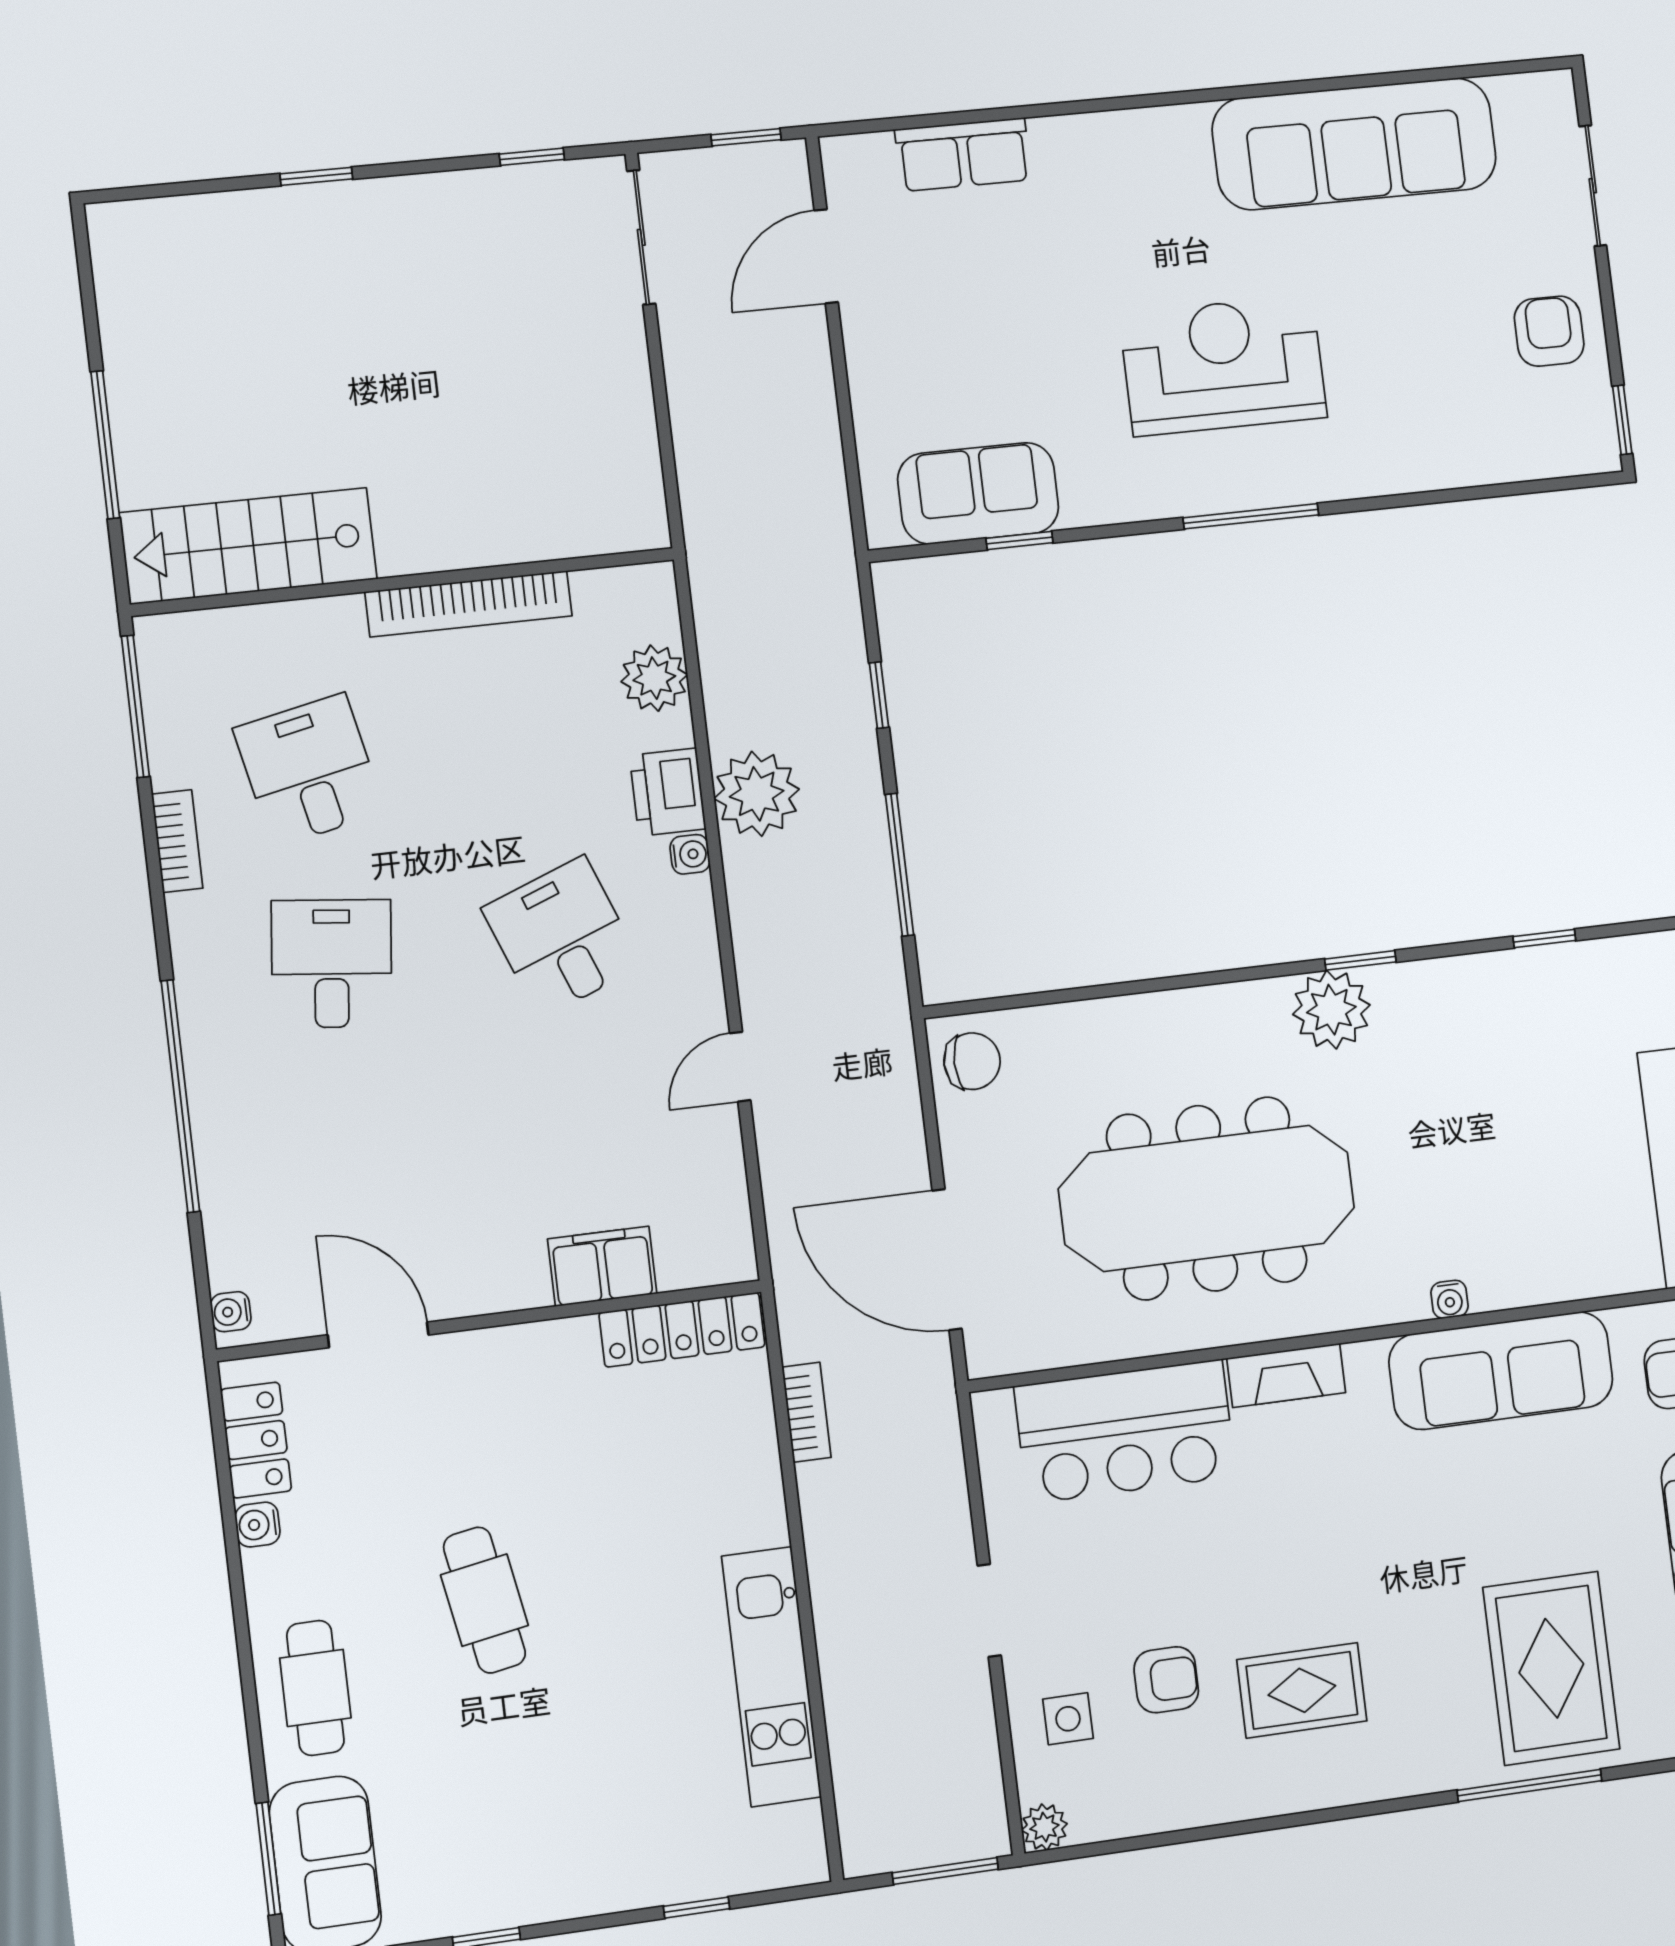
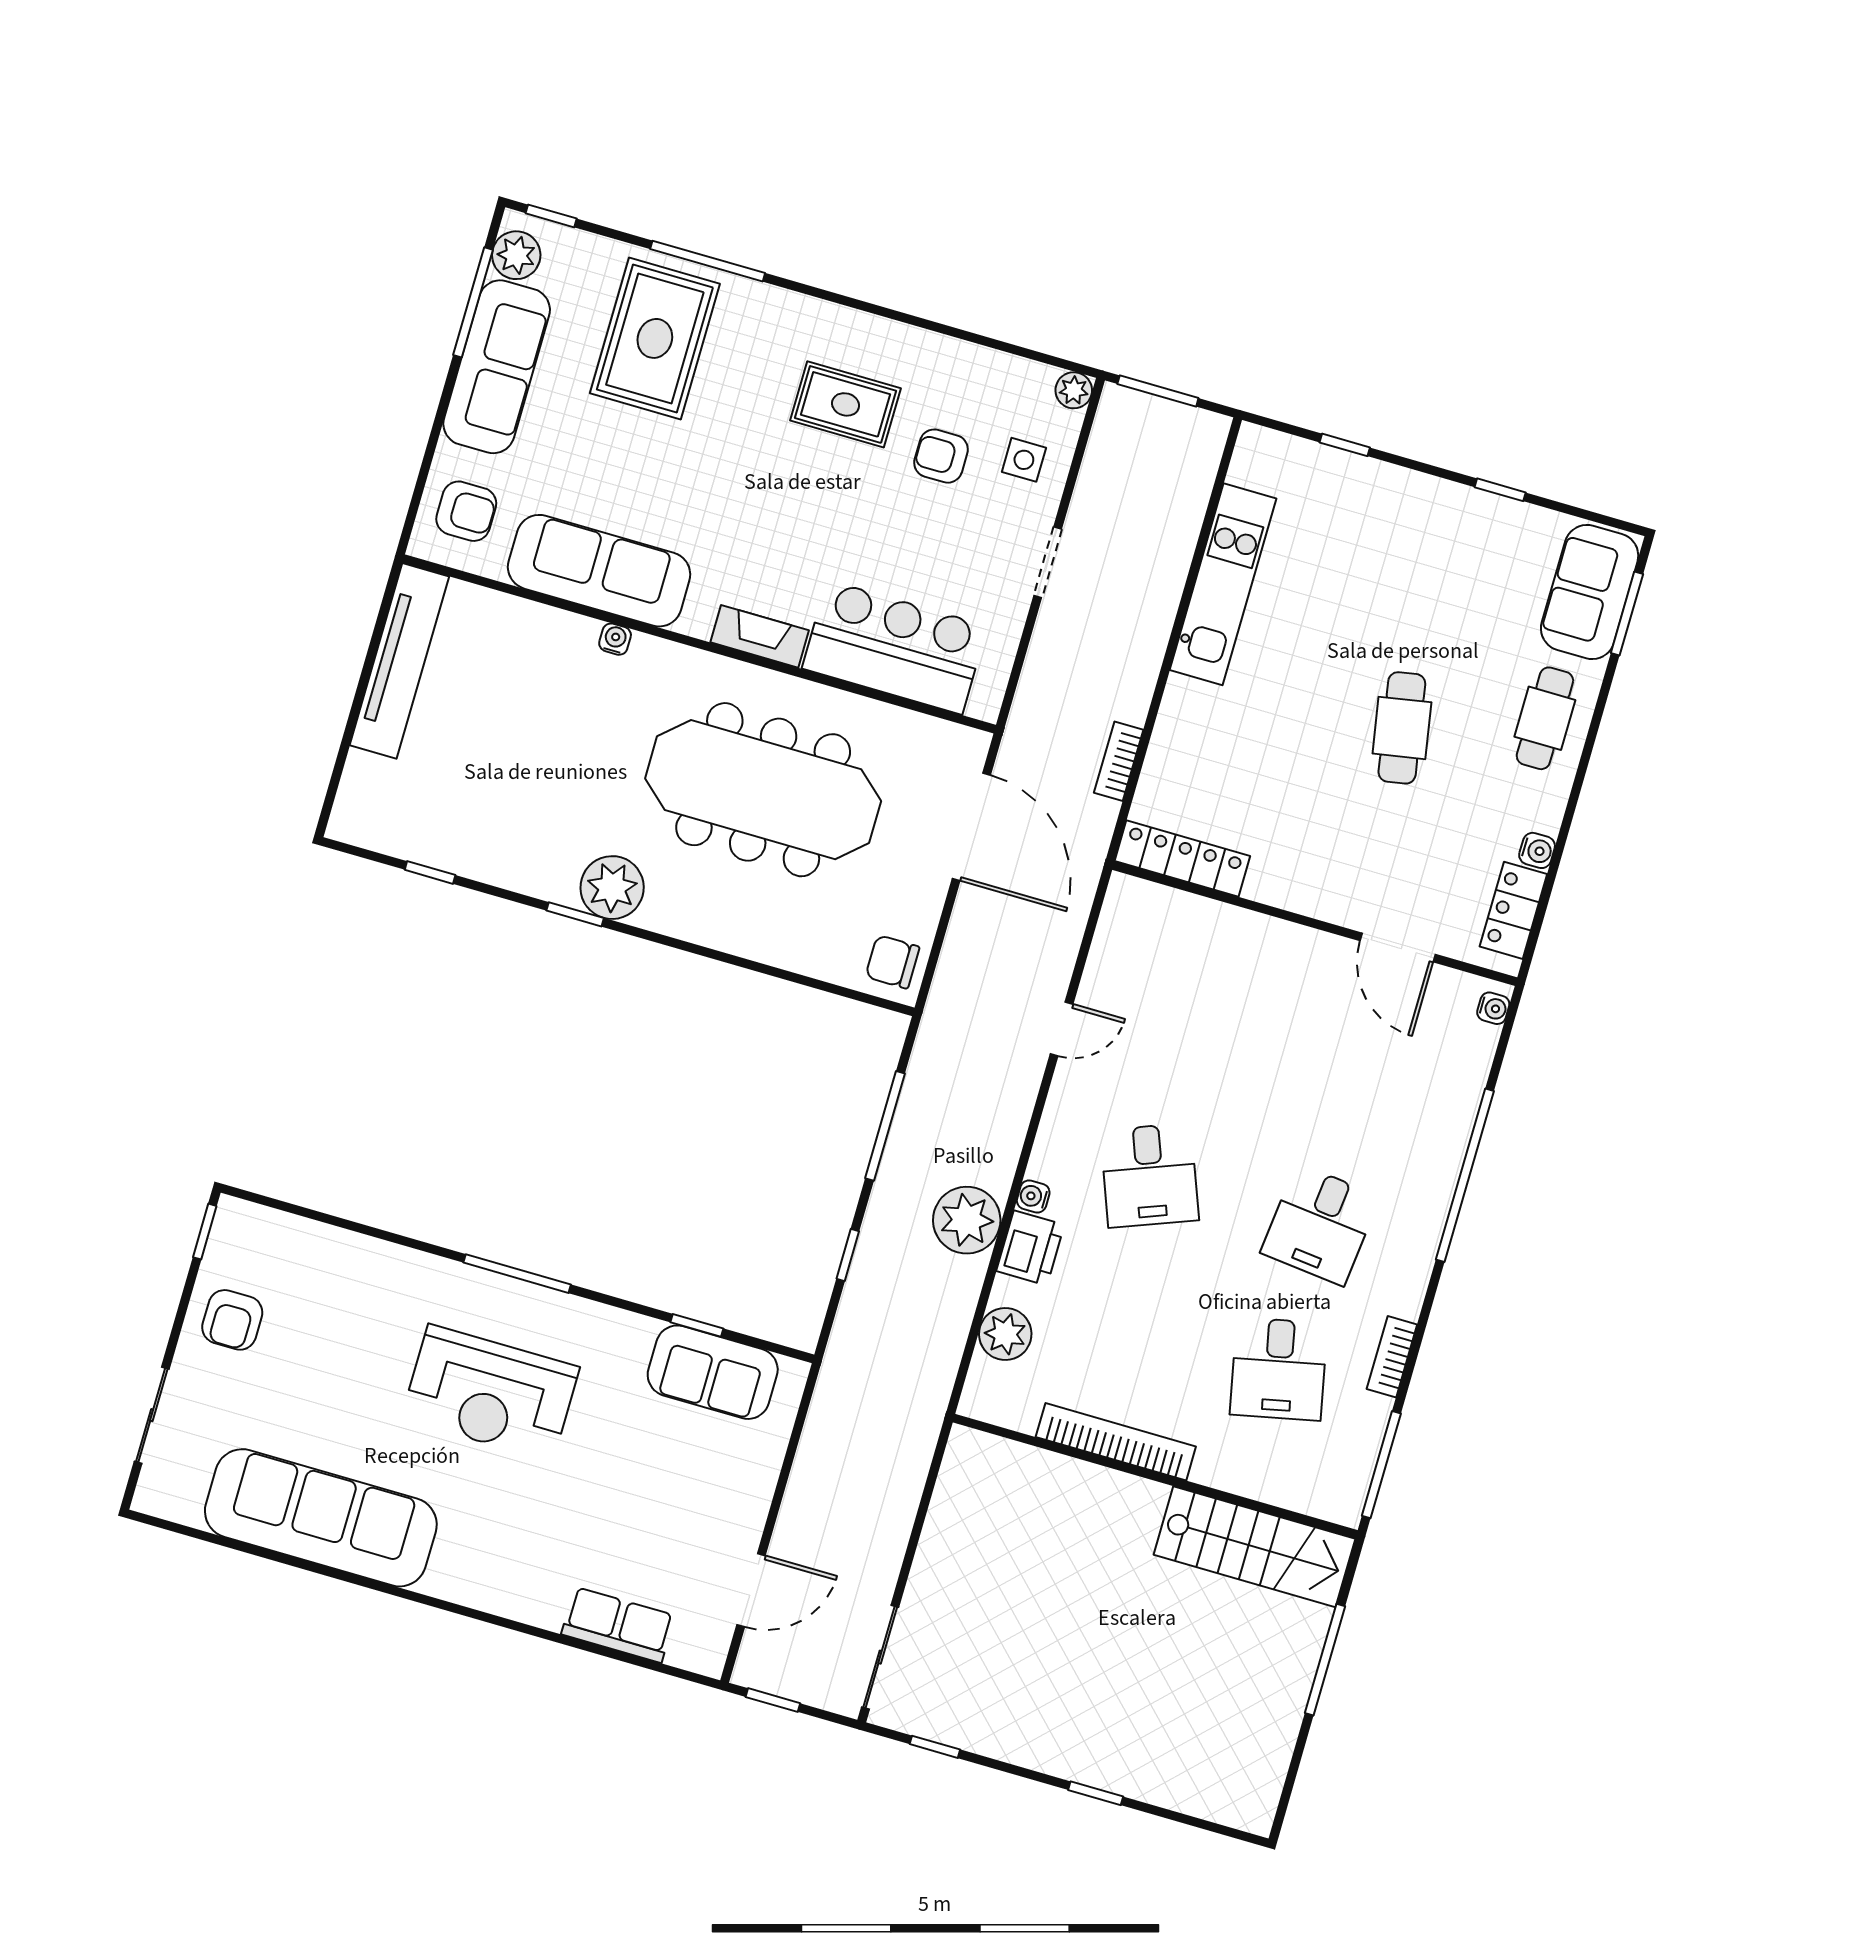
filing cabinet: (602, 1266) -> (1220, 928), removed

